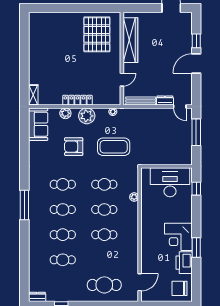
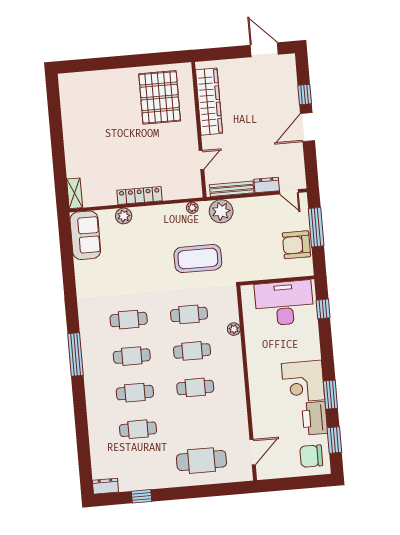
plant: (87, 116) -> (221, 211), moved
armchair: (74, 147) -> (296, 245), moved
window: (196, 279) -> (334, 440), added

